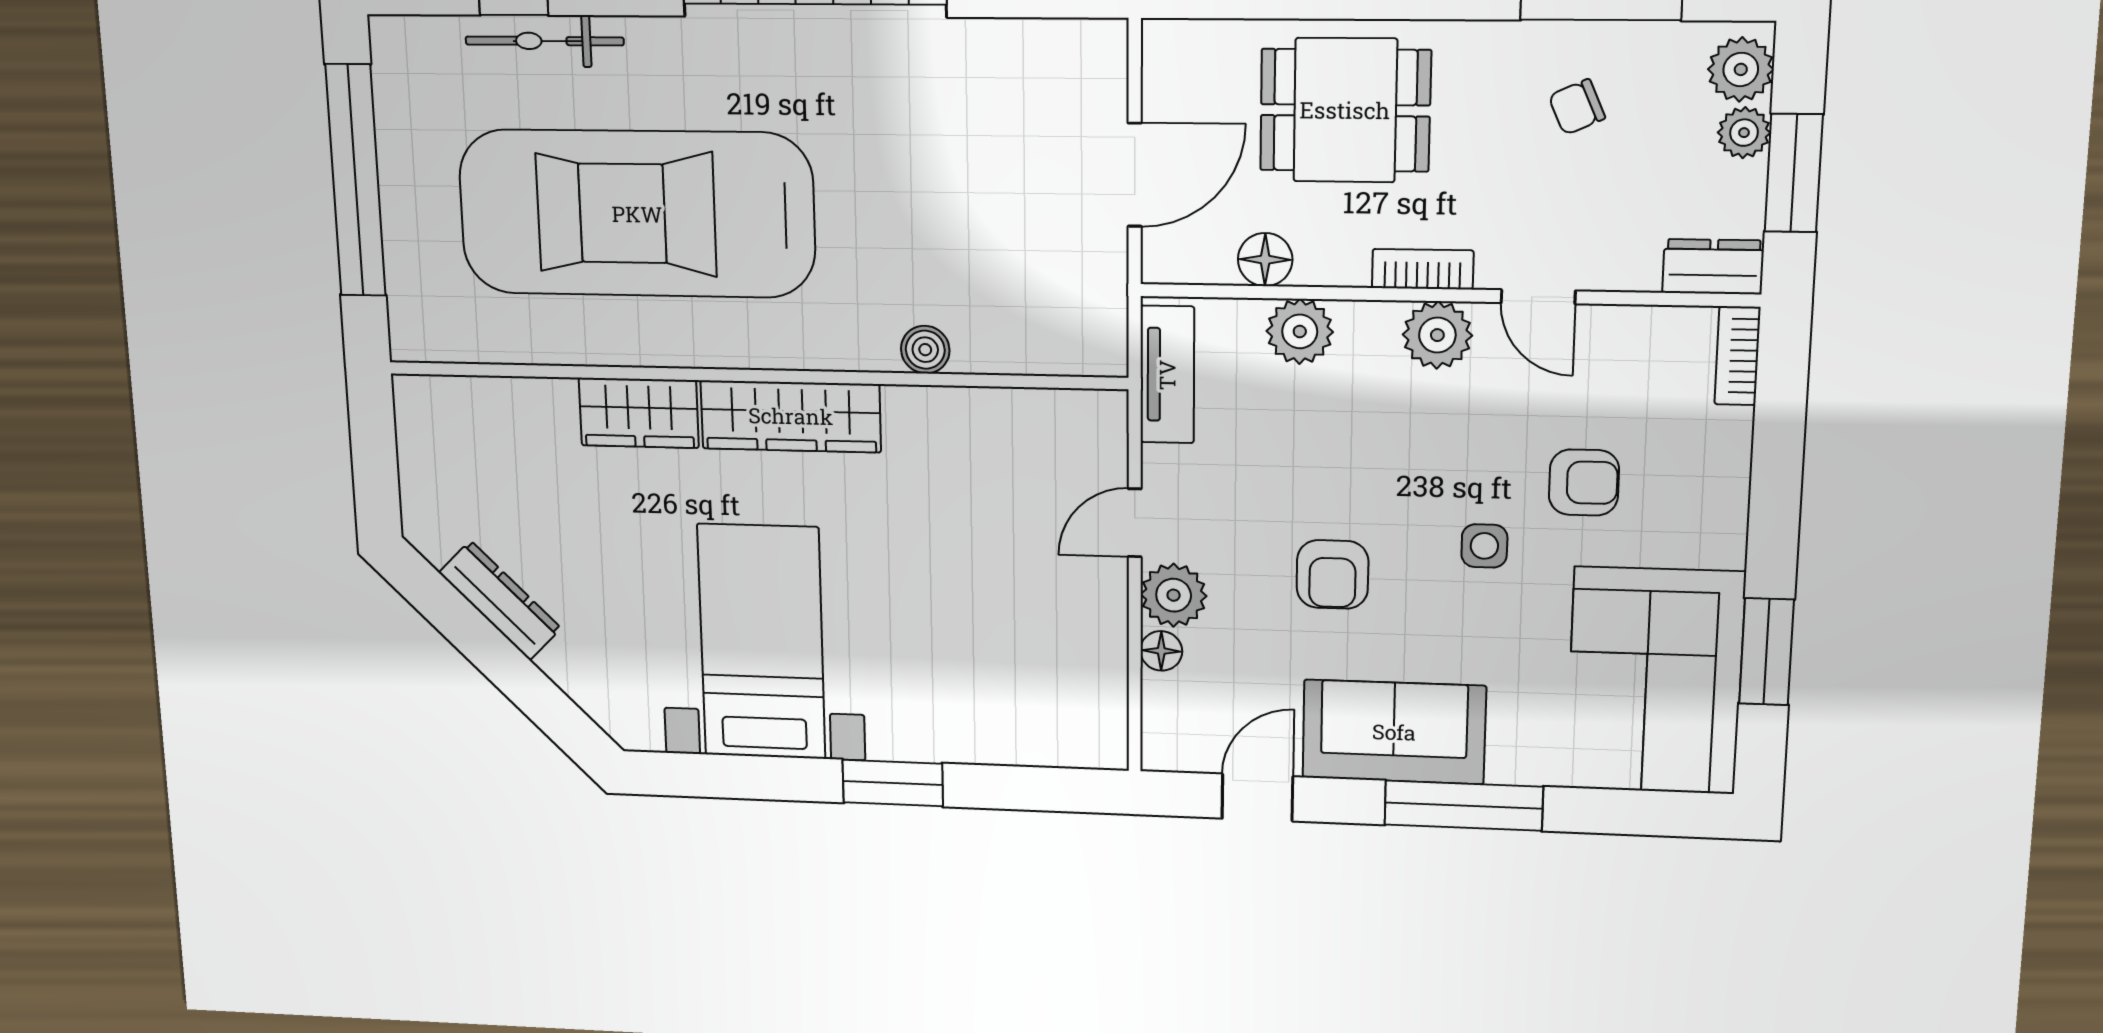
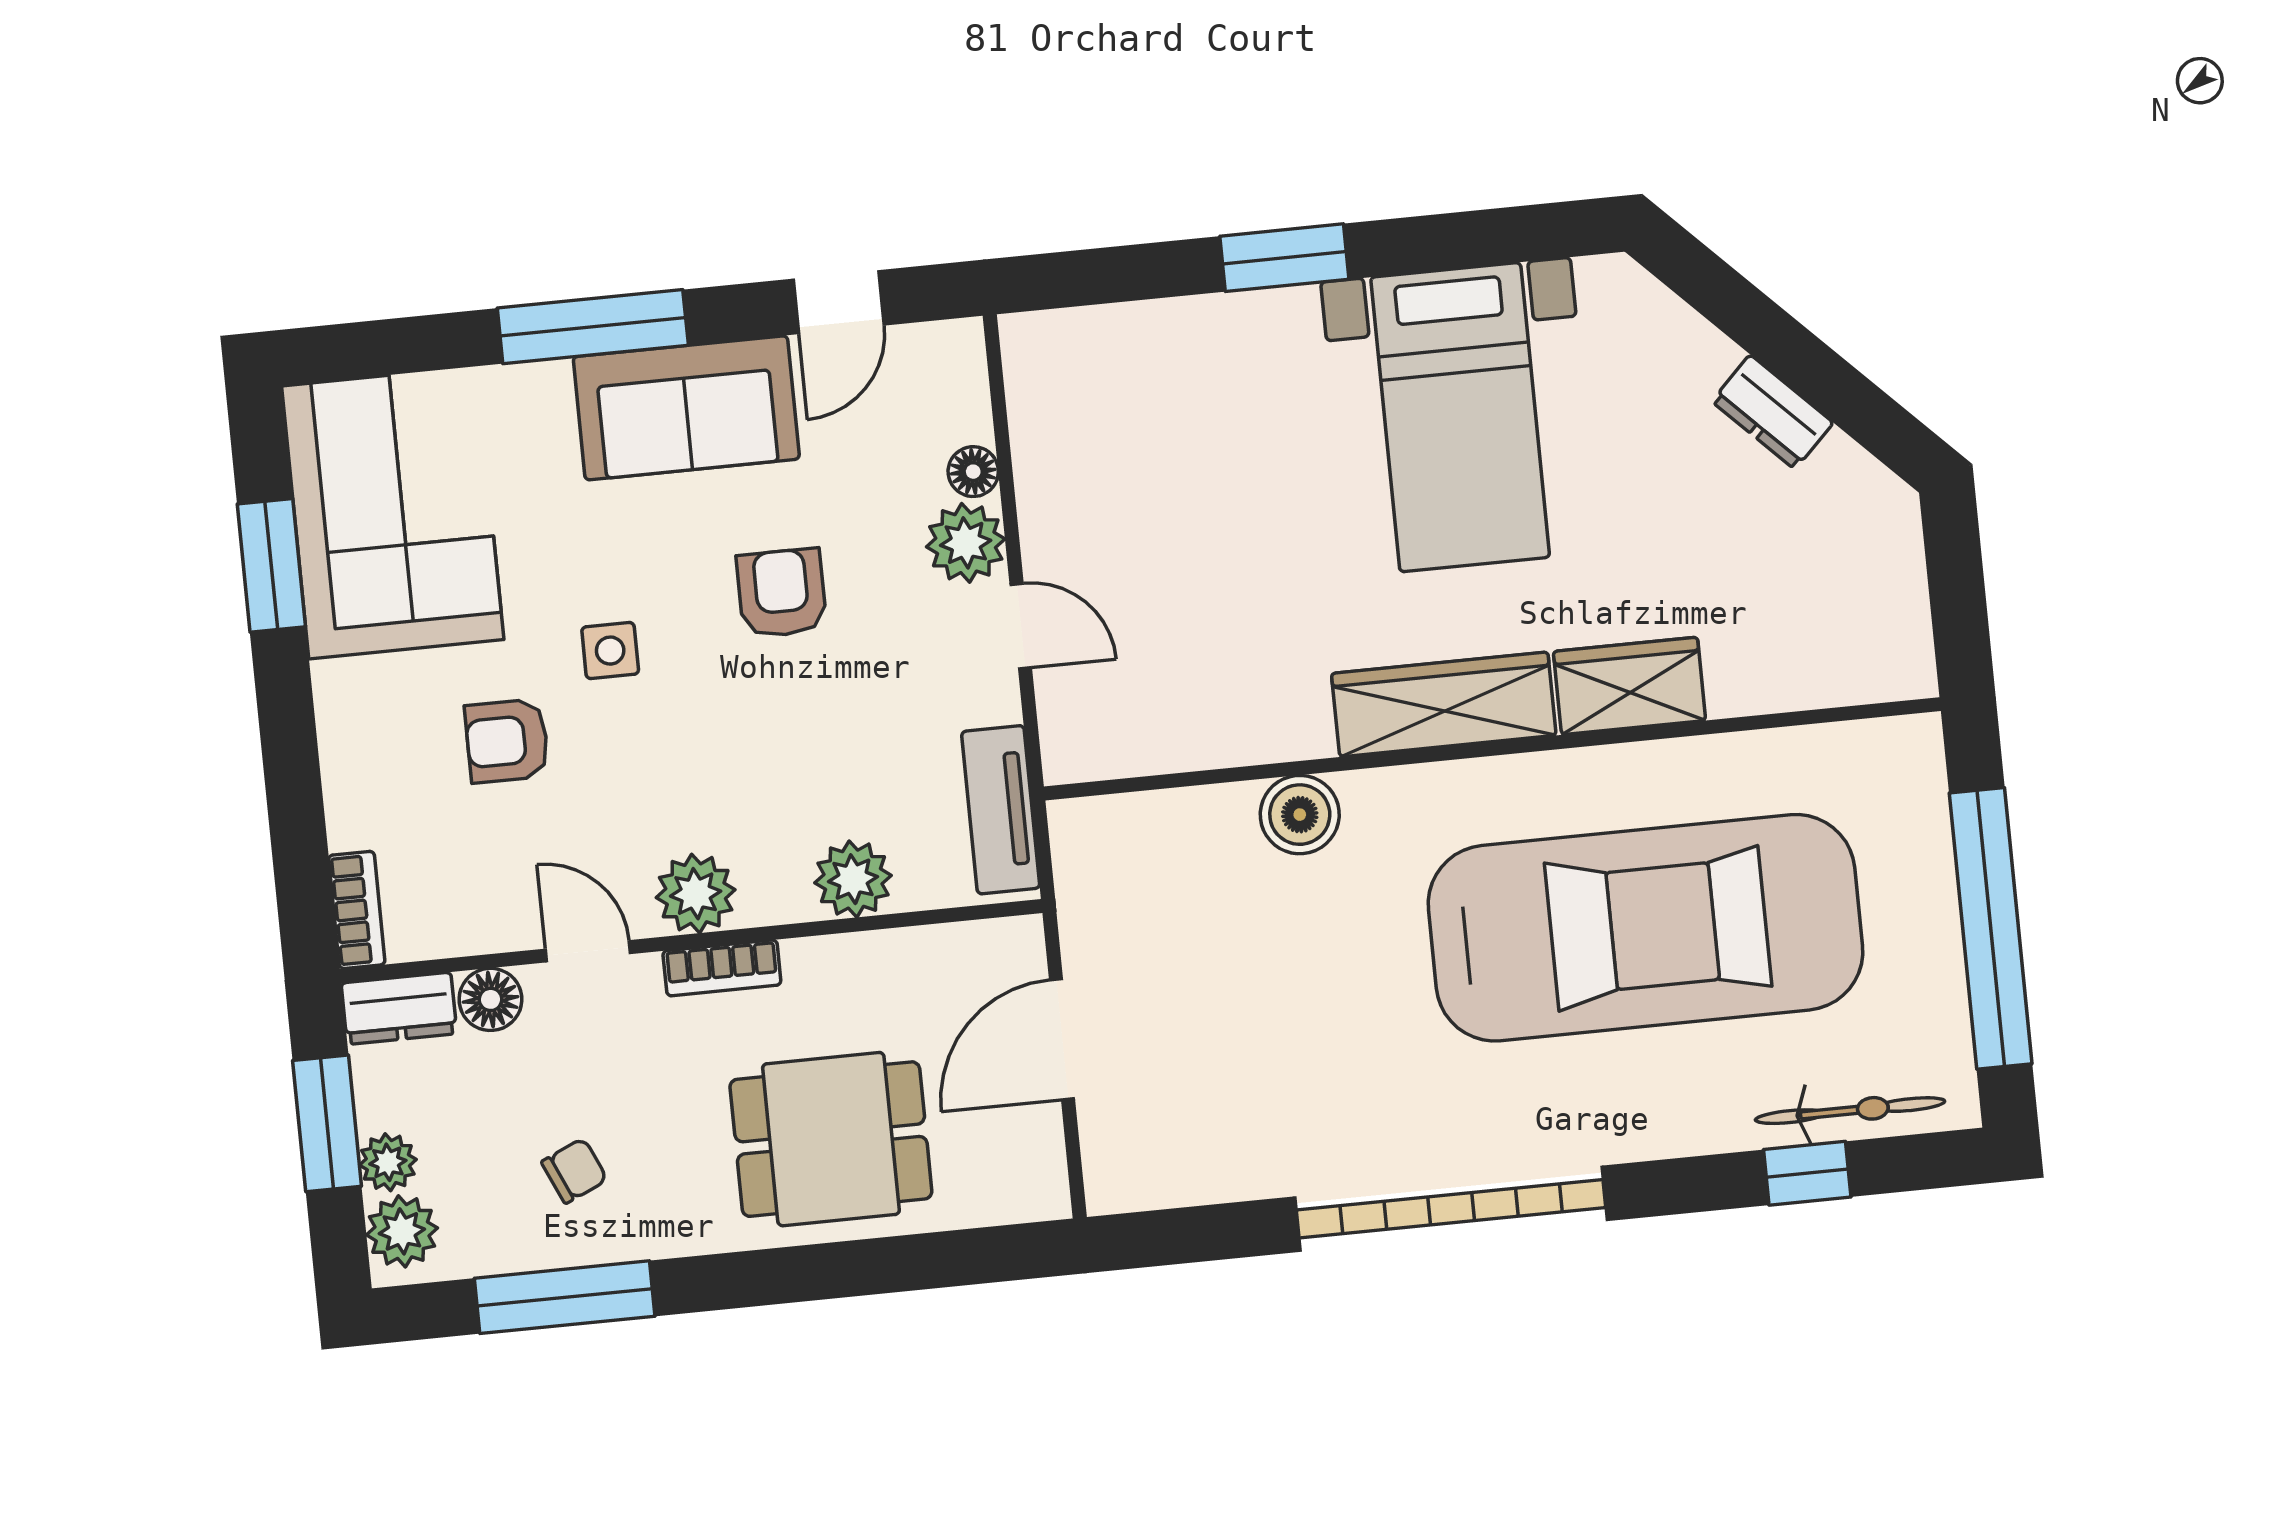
bicycle: (545, 41) -> (1850, 1111), moved
floor lamp: (1265, 260) -> (490, 999), moved
boiler: (925, 350) -> (1300, 815), width x1.36, depth x1.36
door: (1135, 523) -> (1021, 626), hinge flipped
dresser: (500, 600) -> (1772, 412), width x0.70

